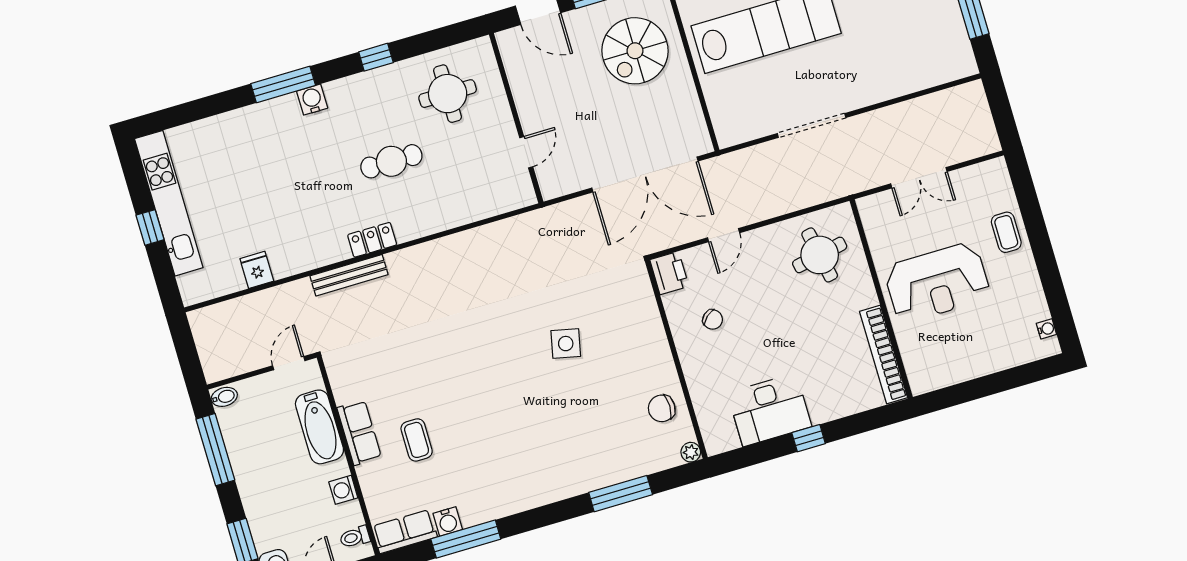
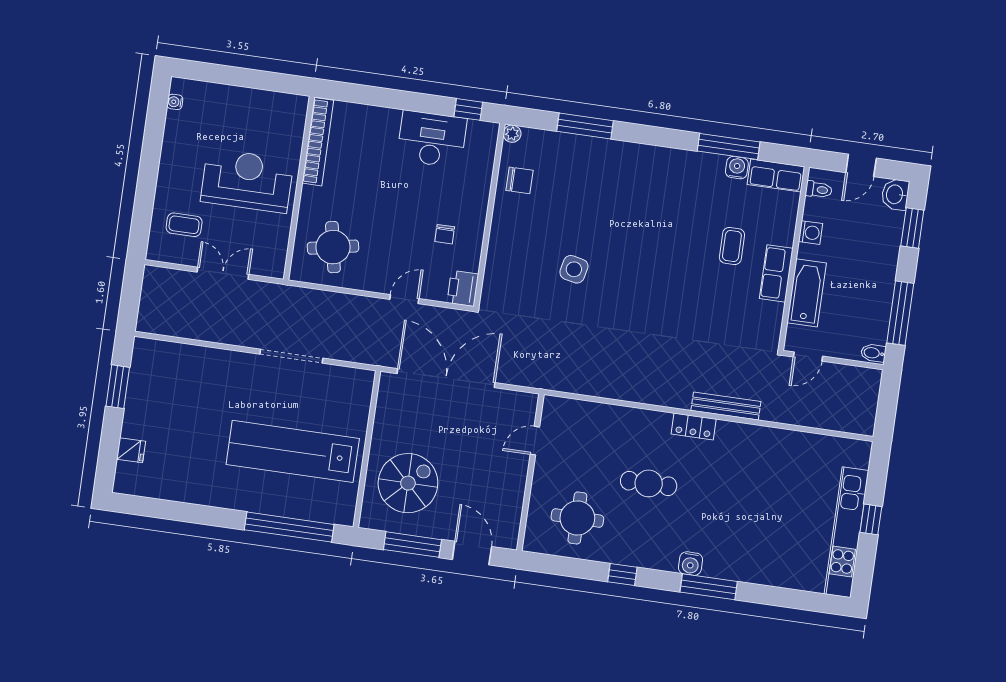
coffee table: (1006, 232) -> (184, 225), moved, turned 90
fridge: (257, 270) -> (799, 445), removed
chair: (713, 320) -> (445, 234), turned -138
window: (809, 438) -> (468, 109), moved

